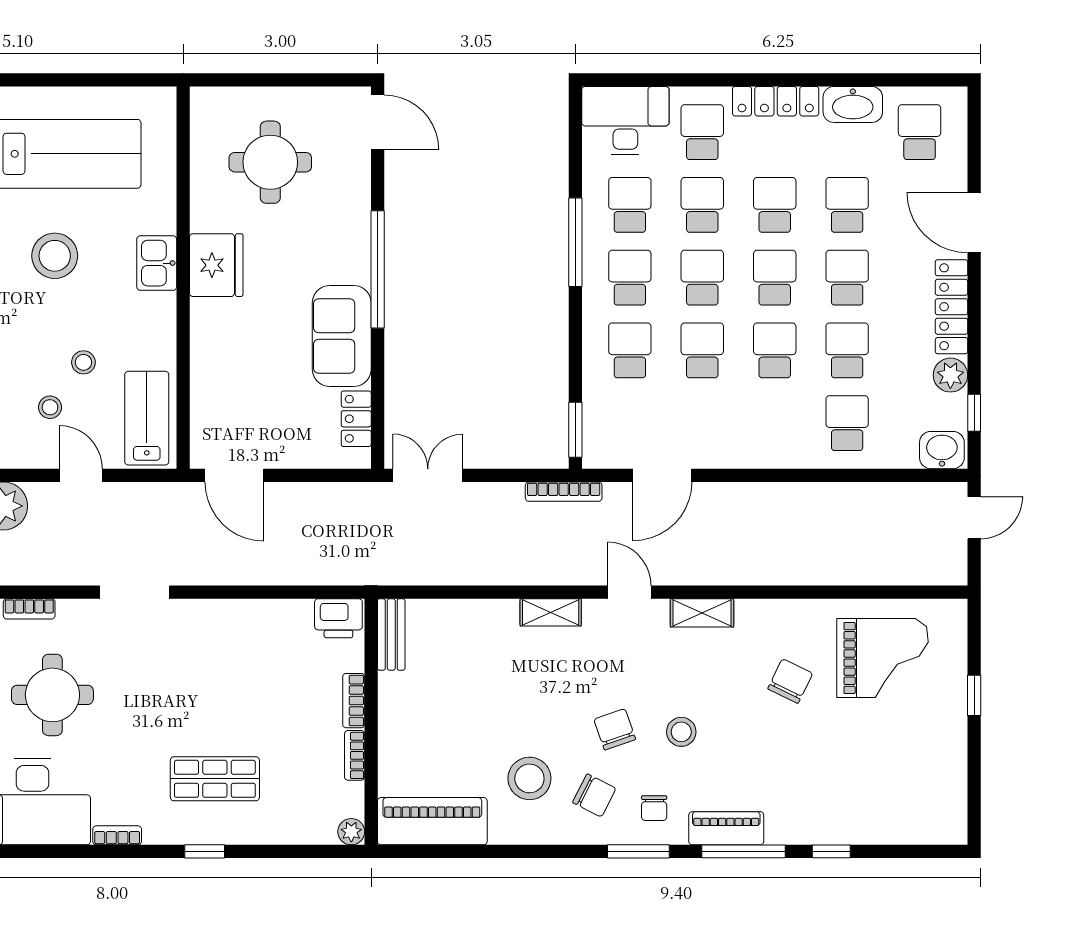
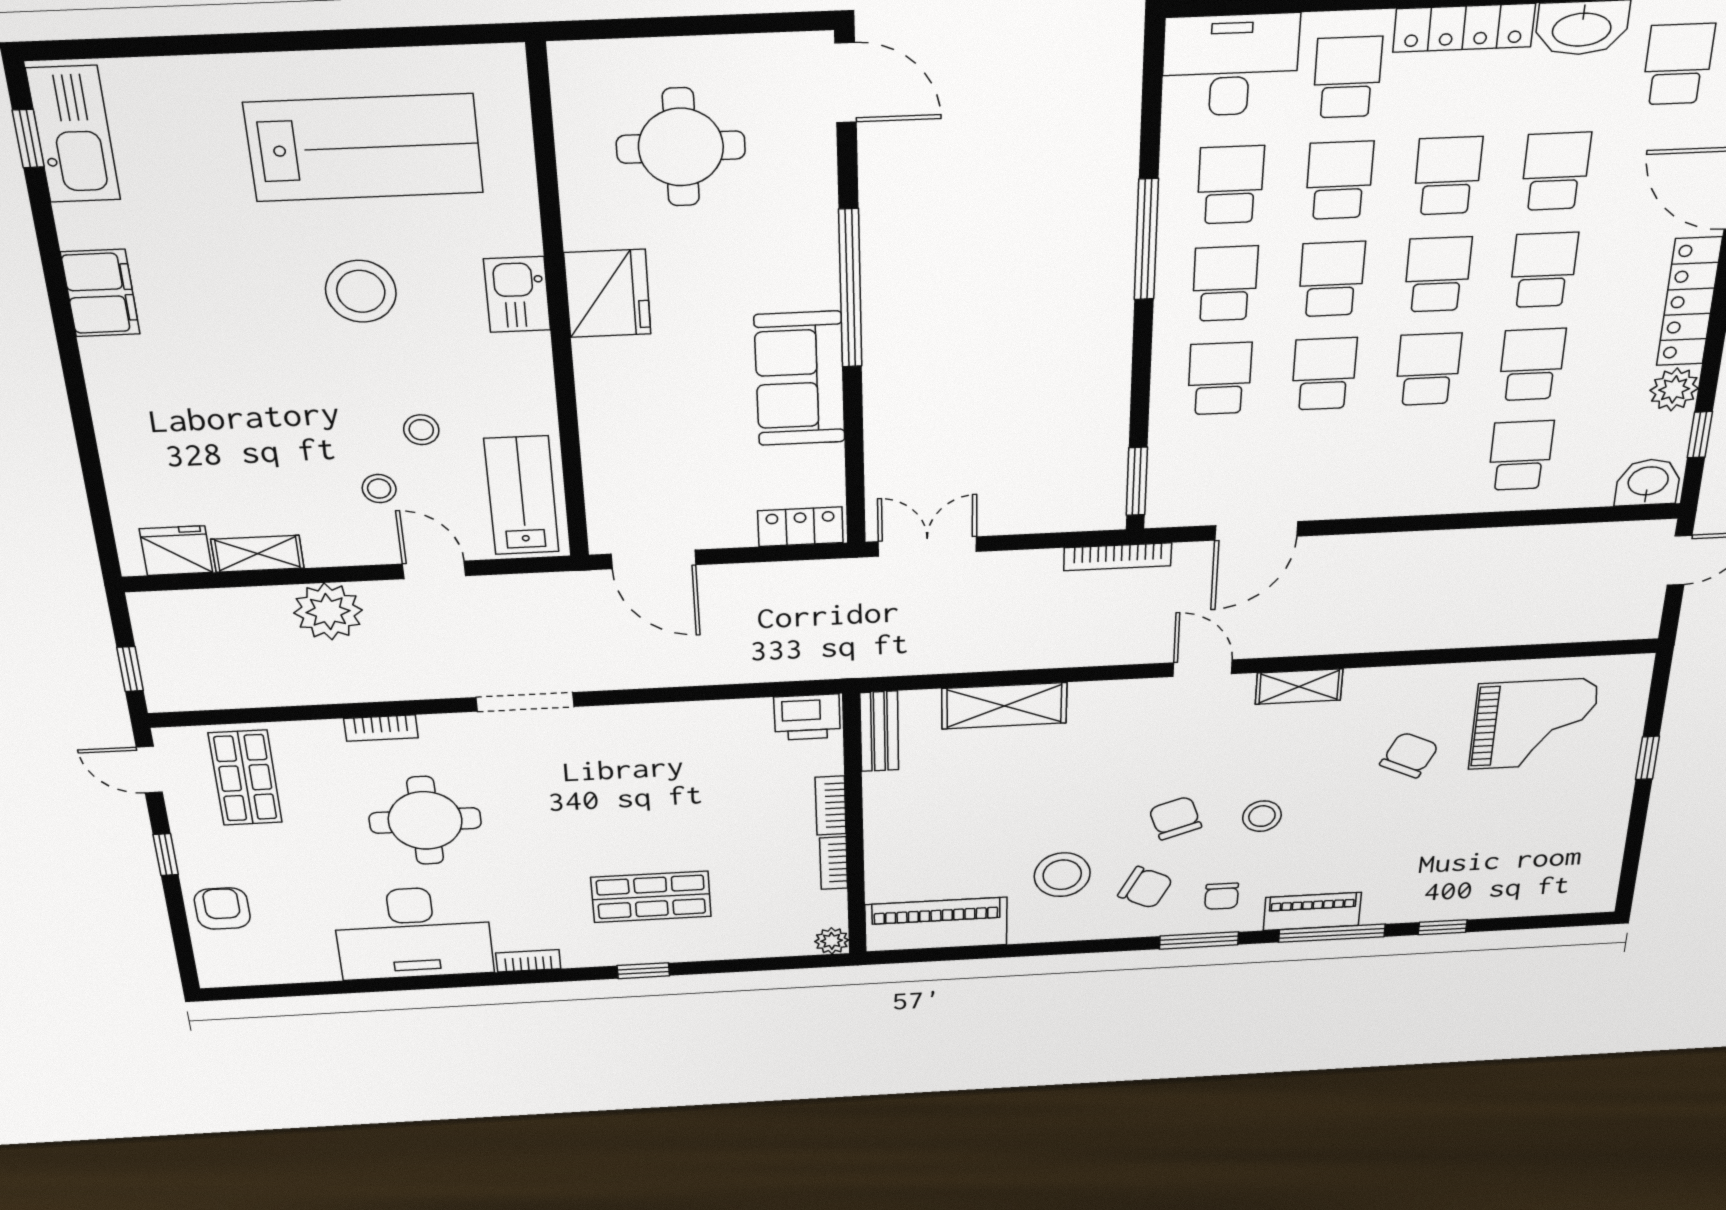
locker: (356, 419) -> (800, 527), moved, turned 90
shelving: (551, 612) -> (1004, 706), moved, width x1.50, depth x1.33

